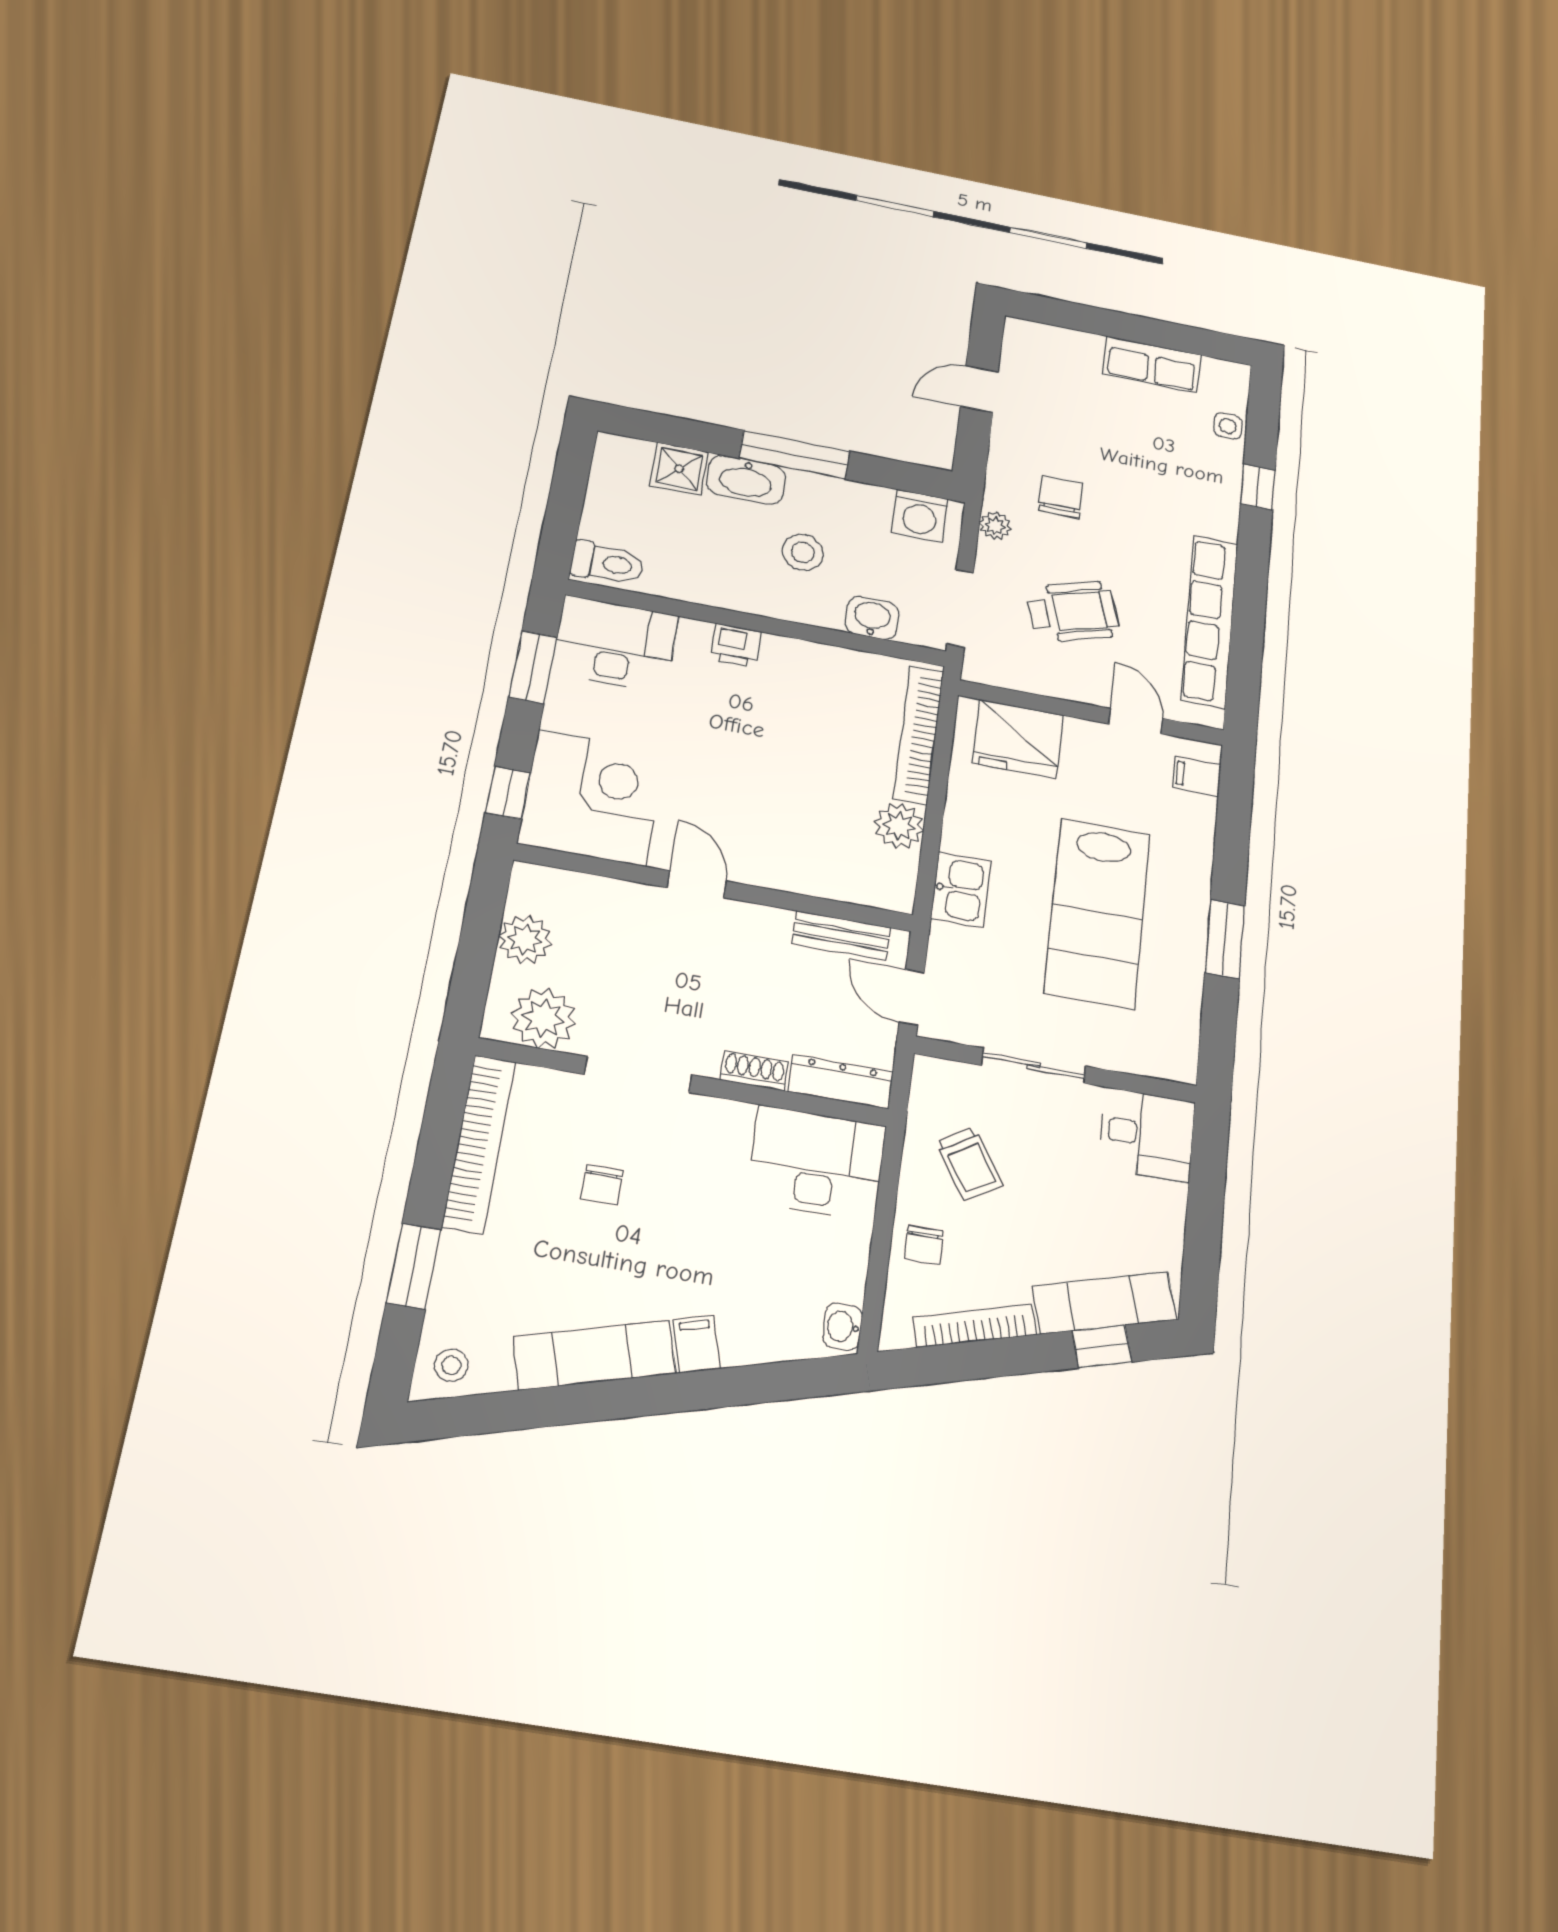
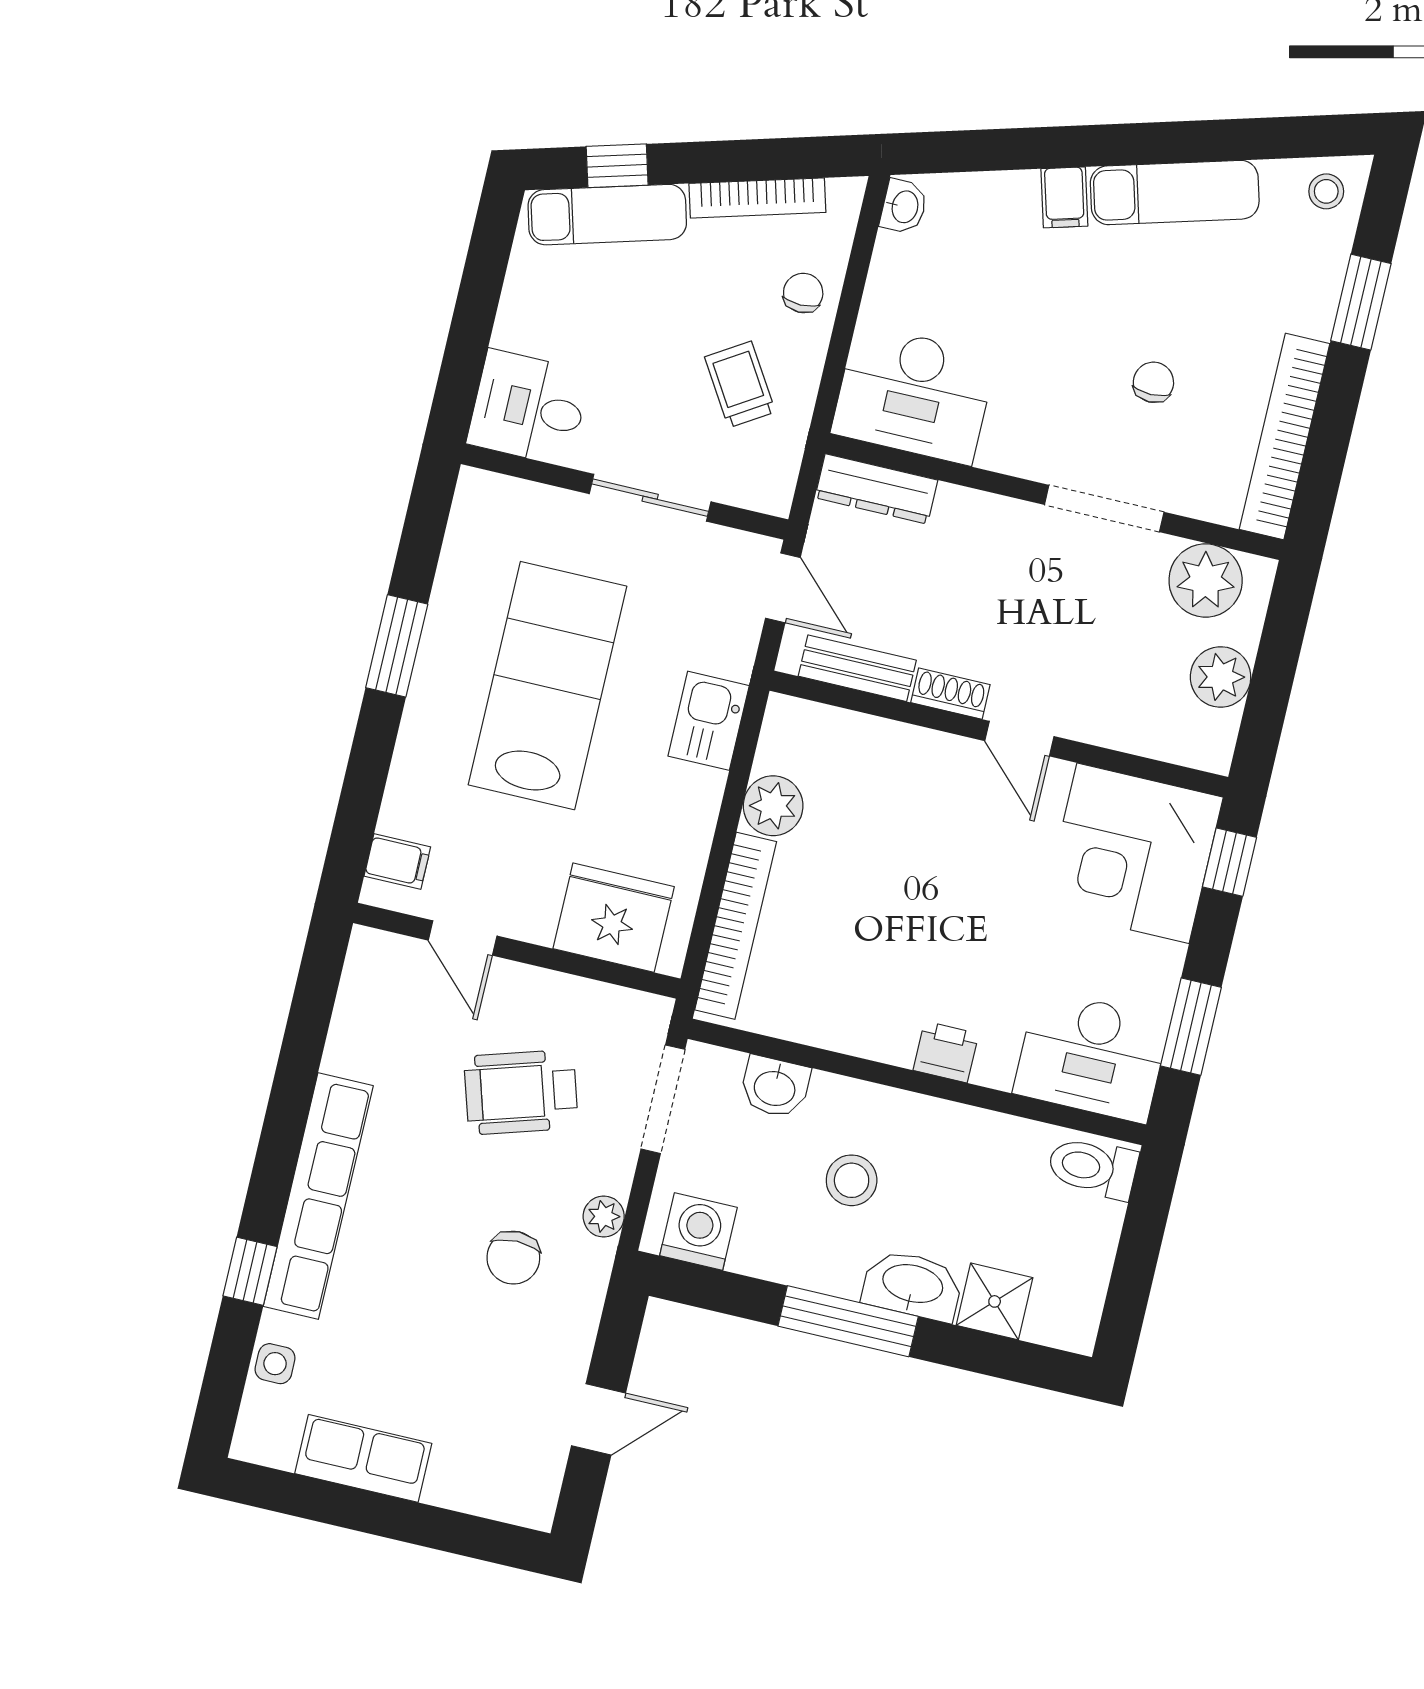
row of seats: (1210, 621) -> (318, 1196), moved
shoe rack: (754, 1071) -> (950, 694), moved, turned 180

